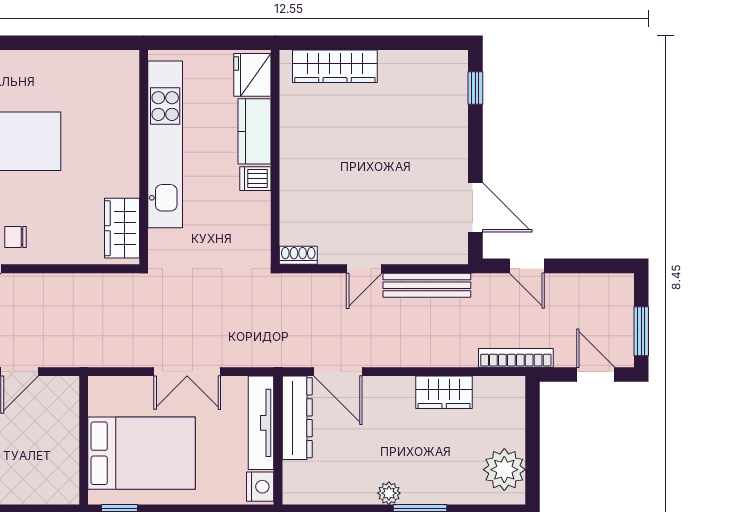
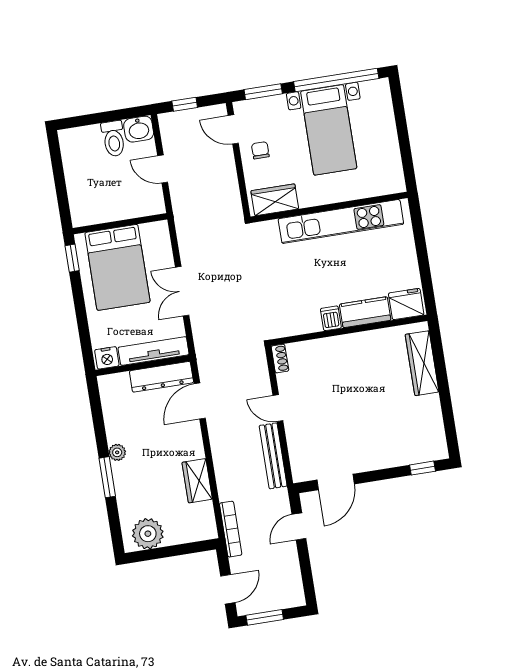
kitchen unit: (165, 144) -> (341, 221), moved
wall: (144, 157) -> (329, 207), moved
wardrobe: (122, 228) -> (275, 200), moved

